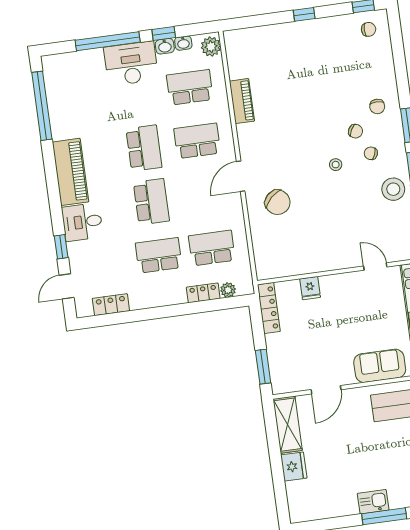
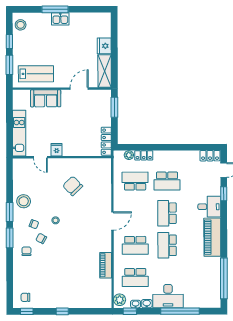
window: (164, 34) -> (130, 311), moved
chair: (278, 202) -> (73, 186), moved
school desk: (212, 248) -> (135, 181), turned 180
fridge: (310, 288) -> (57, 150), moved
locker: (111, 305) -> (210, 156), moved

